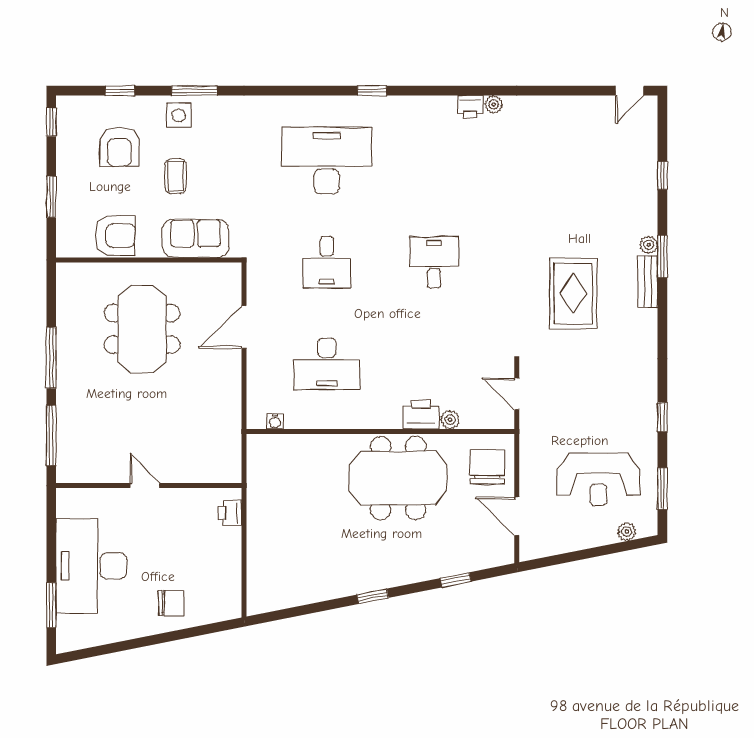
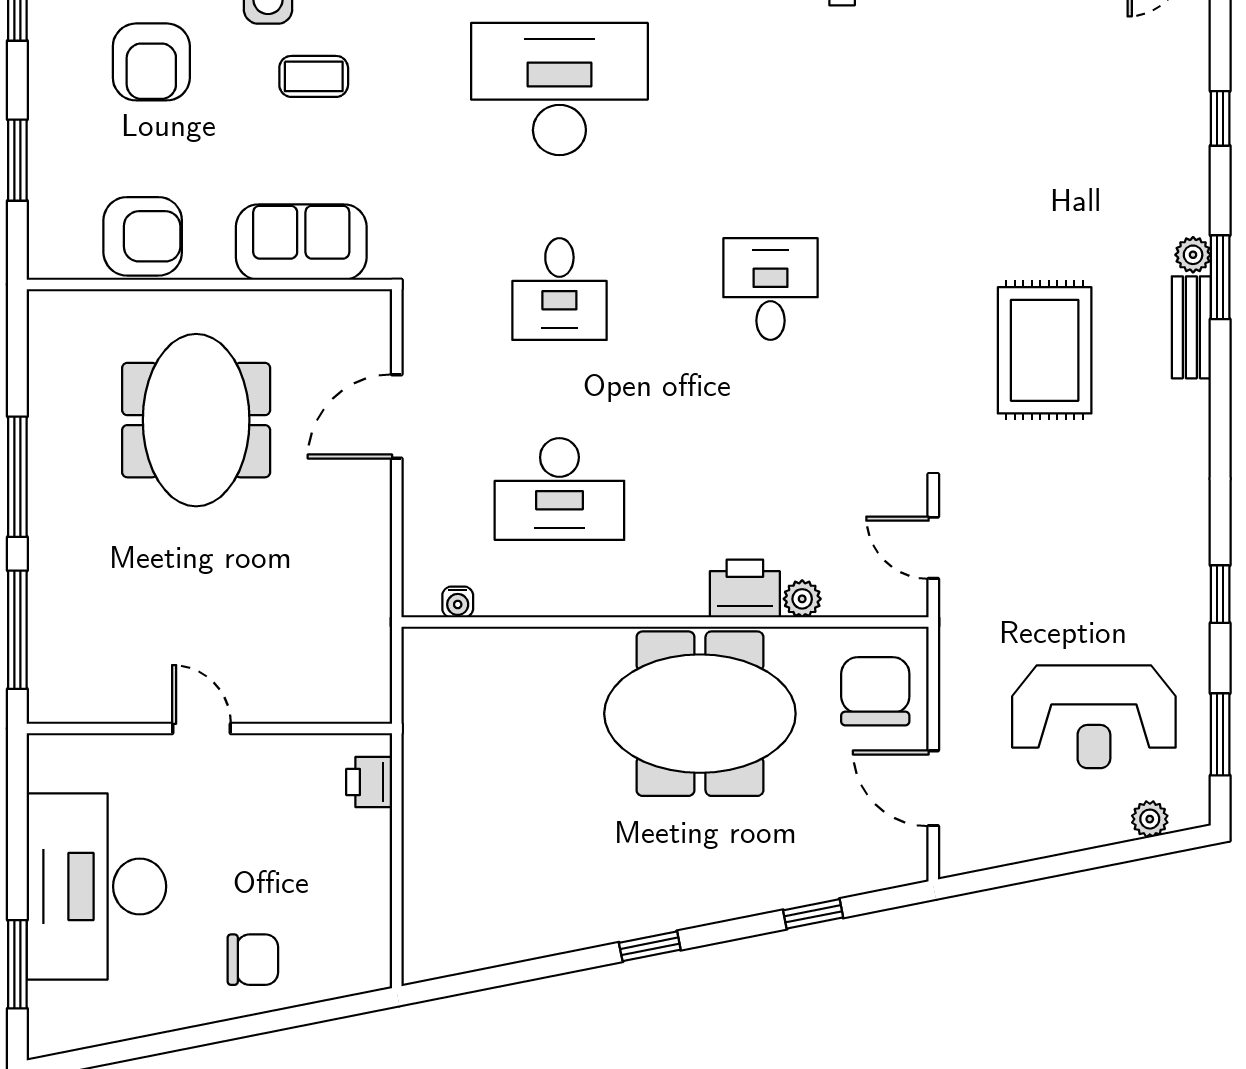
coffee table: (175, 176) -> (314, 76), moved, turned 90

